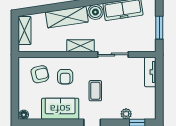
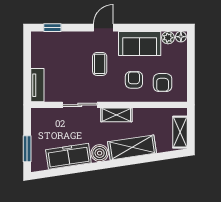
window: (159, 28) -> (27, 149), moved
armchair: (40, 74) -> (163, 83), turned -76
plant: (126, 114) -> (168, 38), moved

